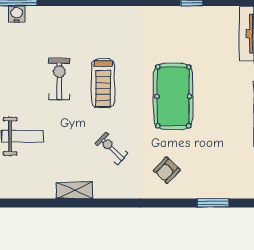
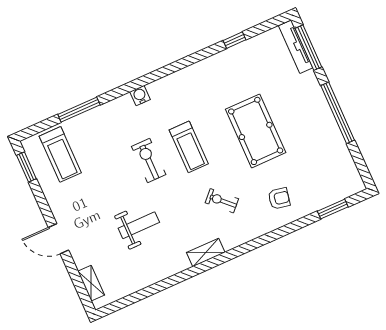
water cooler: (17, 14) -> (140, 96), moved
armchair: (167, 170) -> (279, 198), turned -123

